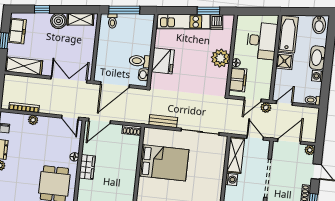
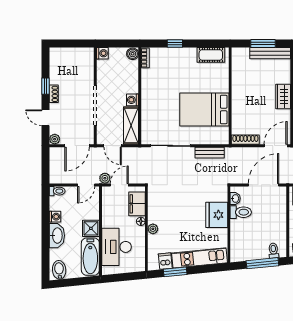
plant: (220, 58) -> (153, 229), width x0.53, depth x0.53
shoe rack: (132, 130) -> (245, 140), width x1.43

